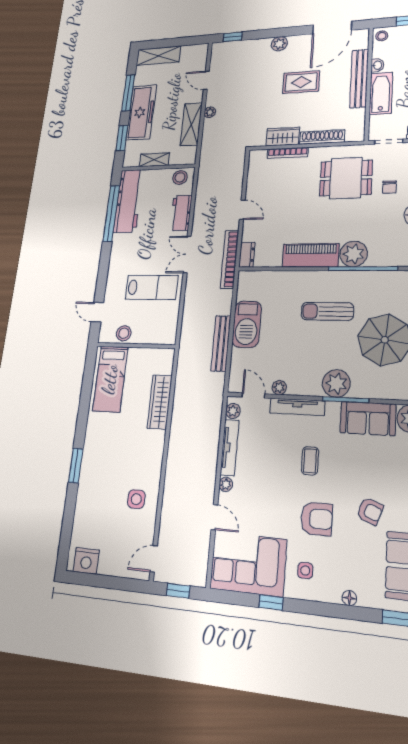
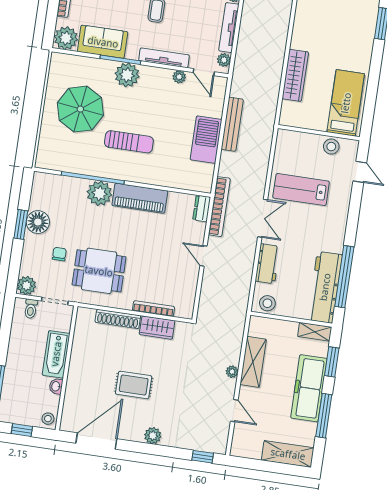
bench: (359, 78) -> (75, 376), removed
shelving: (154, 160) -> (315, 332), moved

